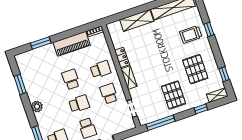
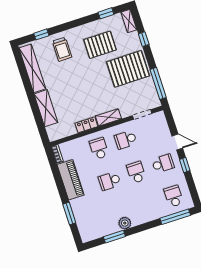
window: (209, 29) -> (41, 34), moved
pallet: (174, 95) -> (128, 69), width x1.37, depth x1.41
plant: (37, 107) -> (125, 223), moved

